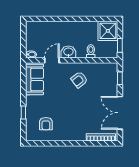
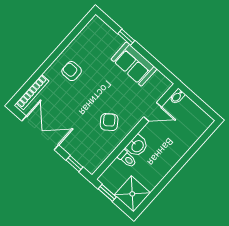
washbasin: (68, 52) -> (137, 146), moved
door: (52, 60) -> (153, 112), hinge flipped
sofa: (34, 79) -> (134, 64), moved
armchair: (46, 124) -> (72, 71), moved

